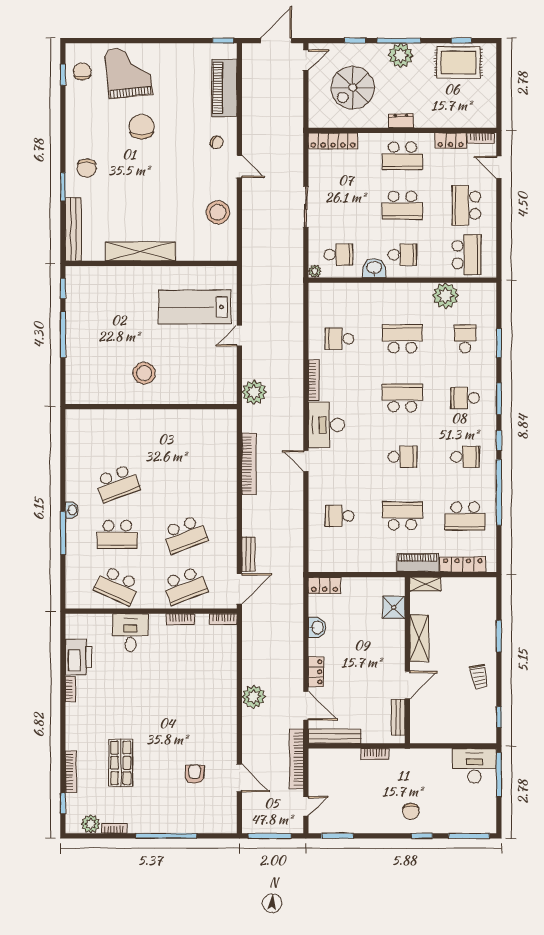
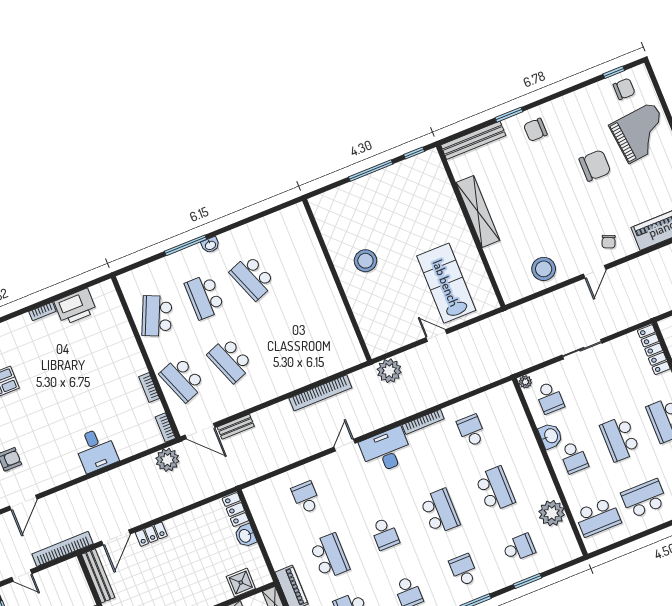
washbasin: (317, 627) -> (245, 536), moved, turned 90
desk: (130, 633) -> (96, 450), moved, turned 90
plant: (254, 697) -> (167, 460), moved

